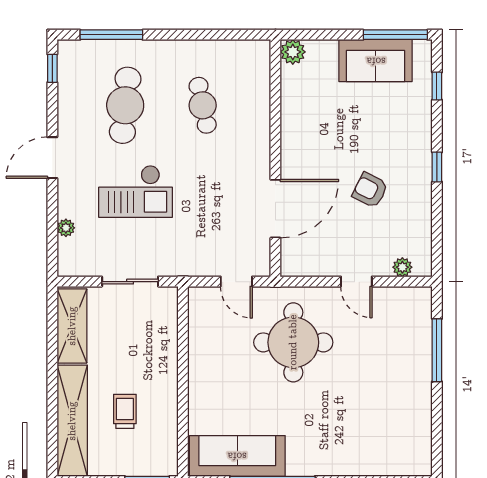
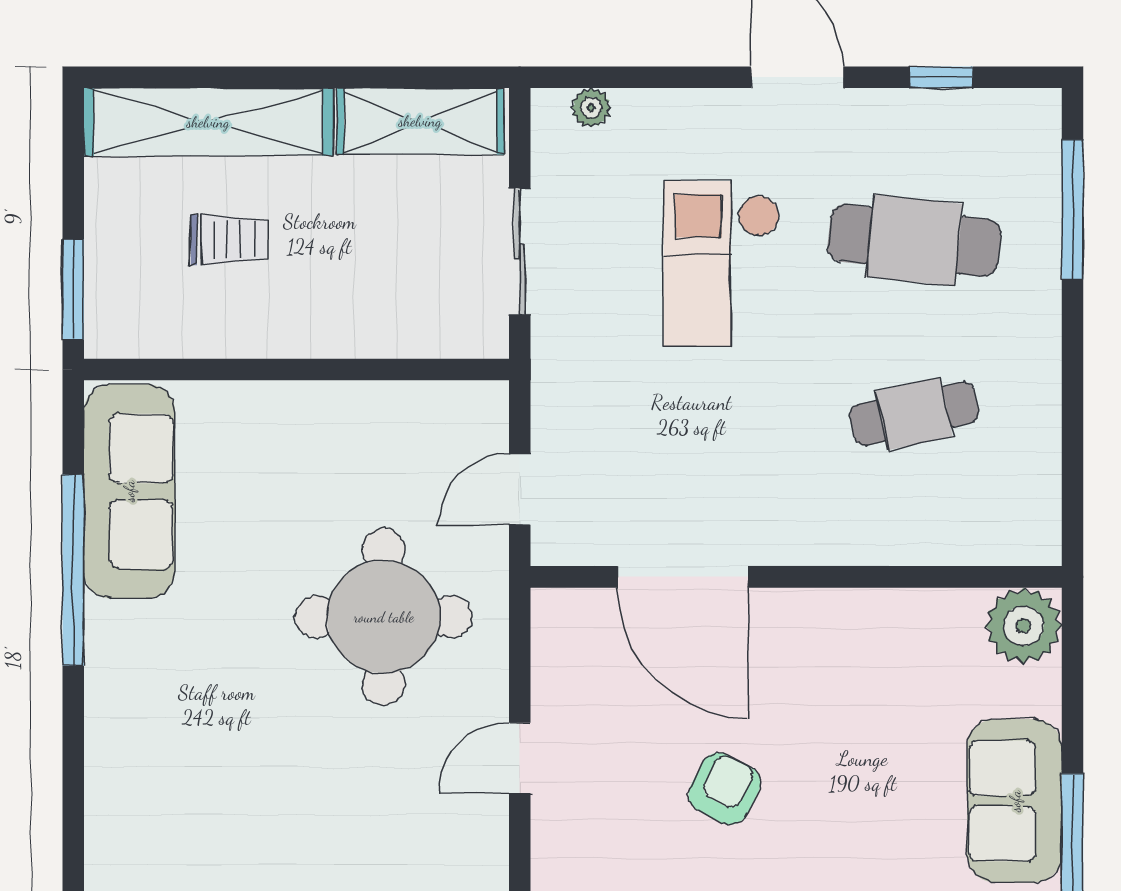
plant: (293, 52) -> (1024, 626), width x1.36, depth x1.36
window: (52, 68) -> (941, 77), moved
plant: (66, 228) -> (591, 108), moved
plant: (402, 267) -> (552, 861), removed

